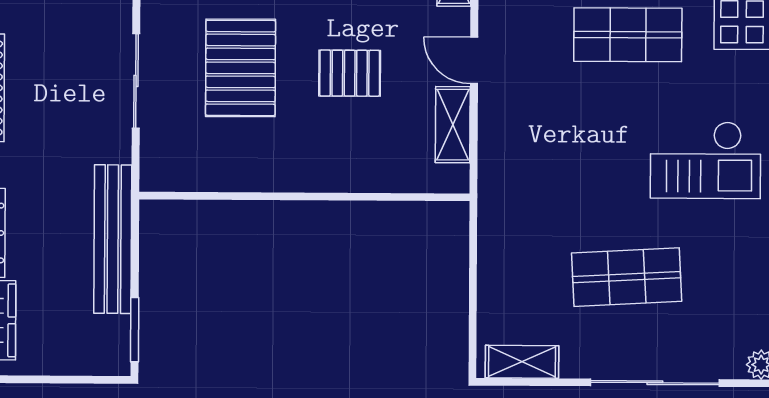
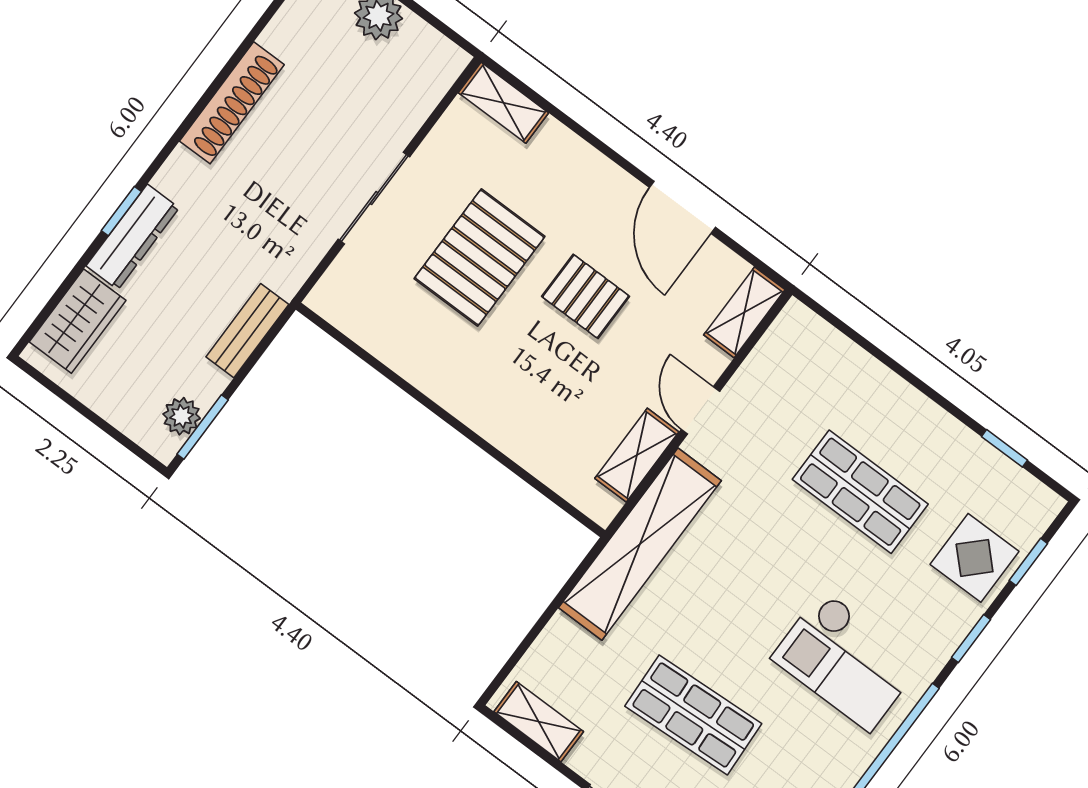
pallet: (350, 73) -> (586, 296), moved
shelving: (501, 185) -> (640, 544), added
bench: (113, 239) -> (247, 331), width x0.54, depth x0.82
plant: (114, 333) -> (182, 416), added

